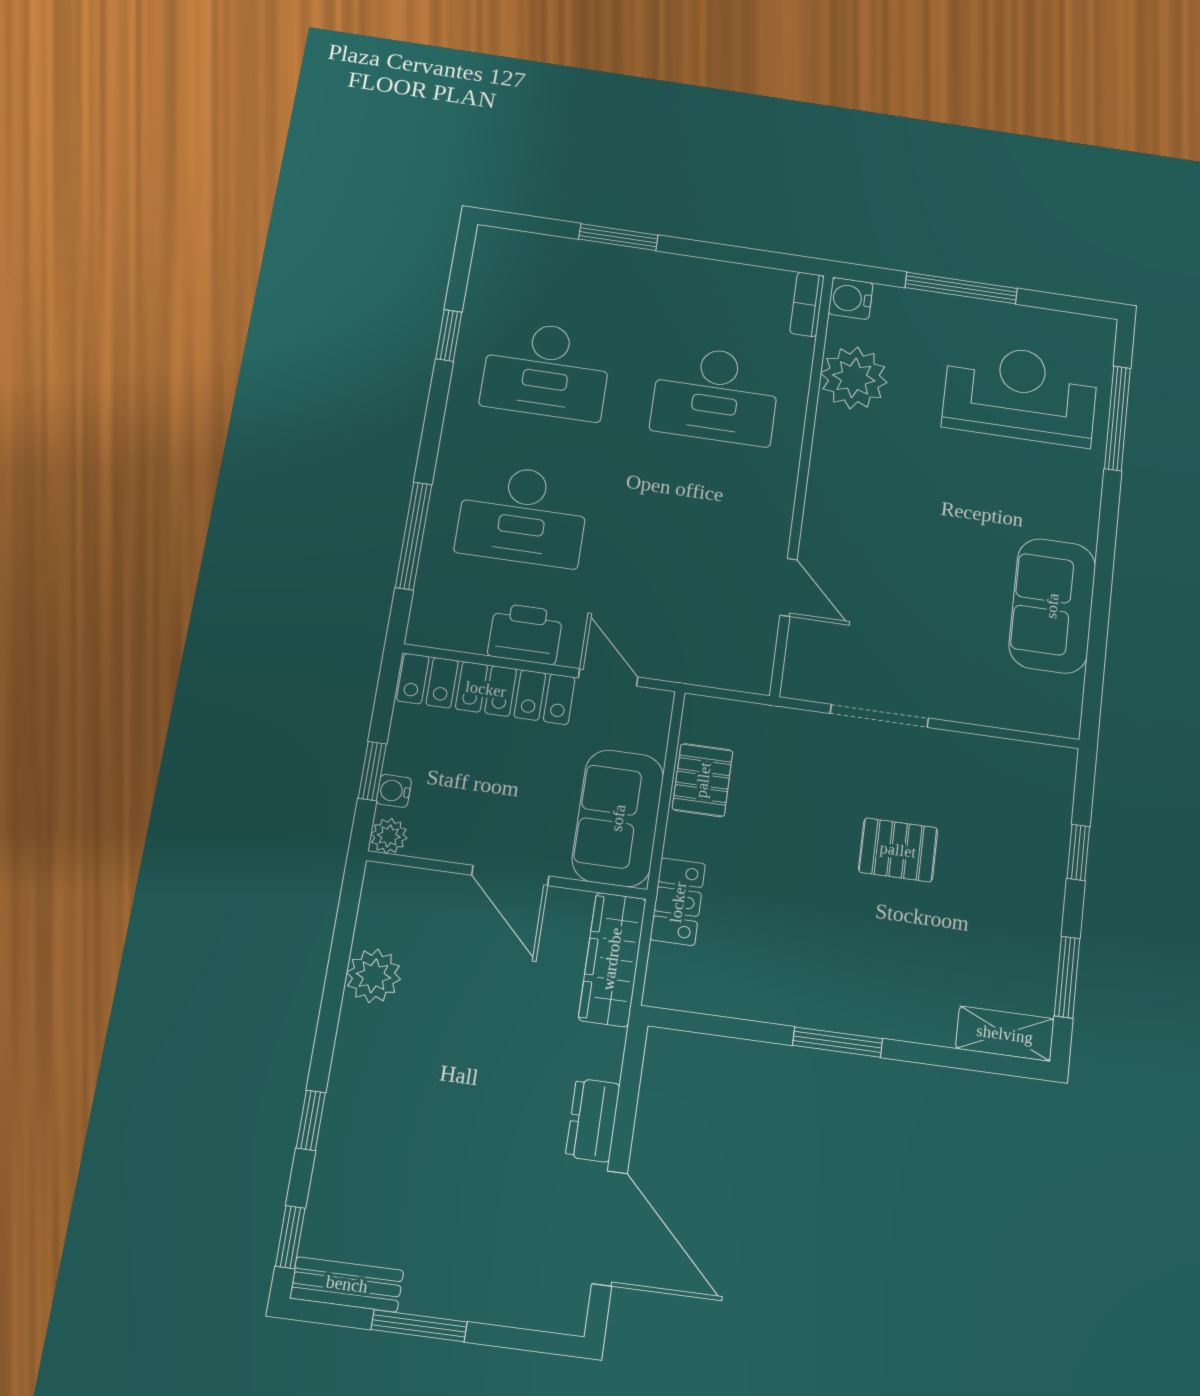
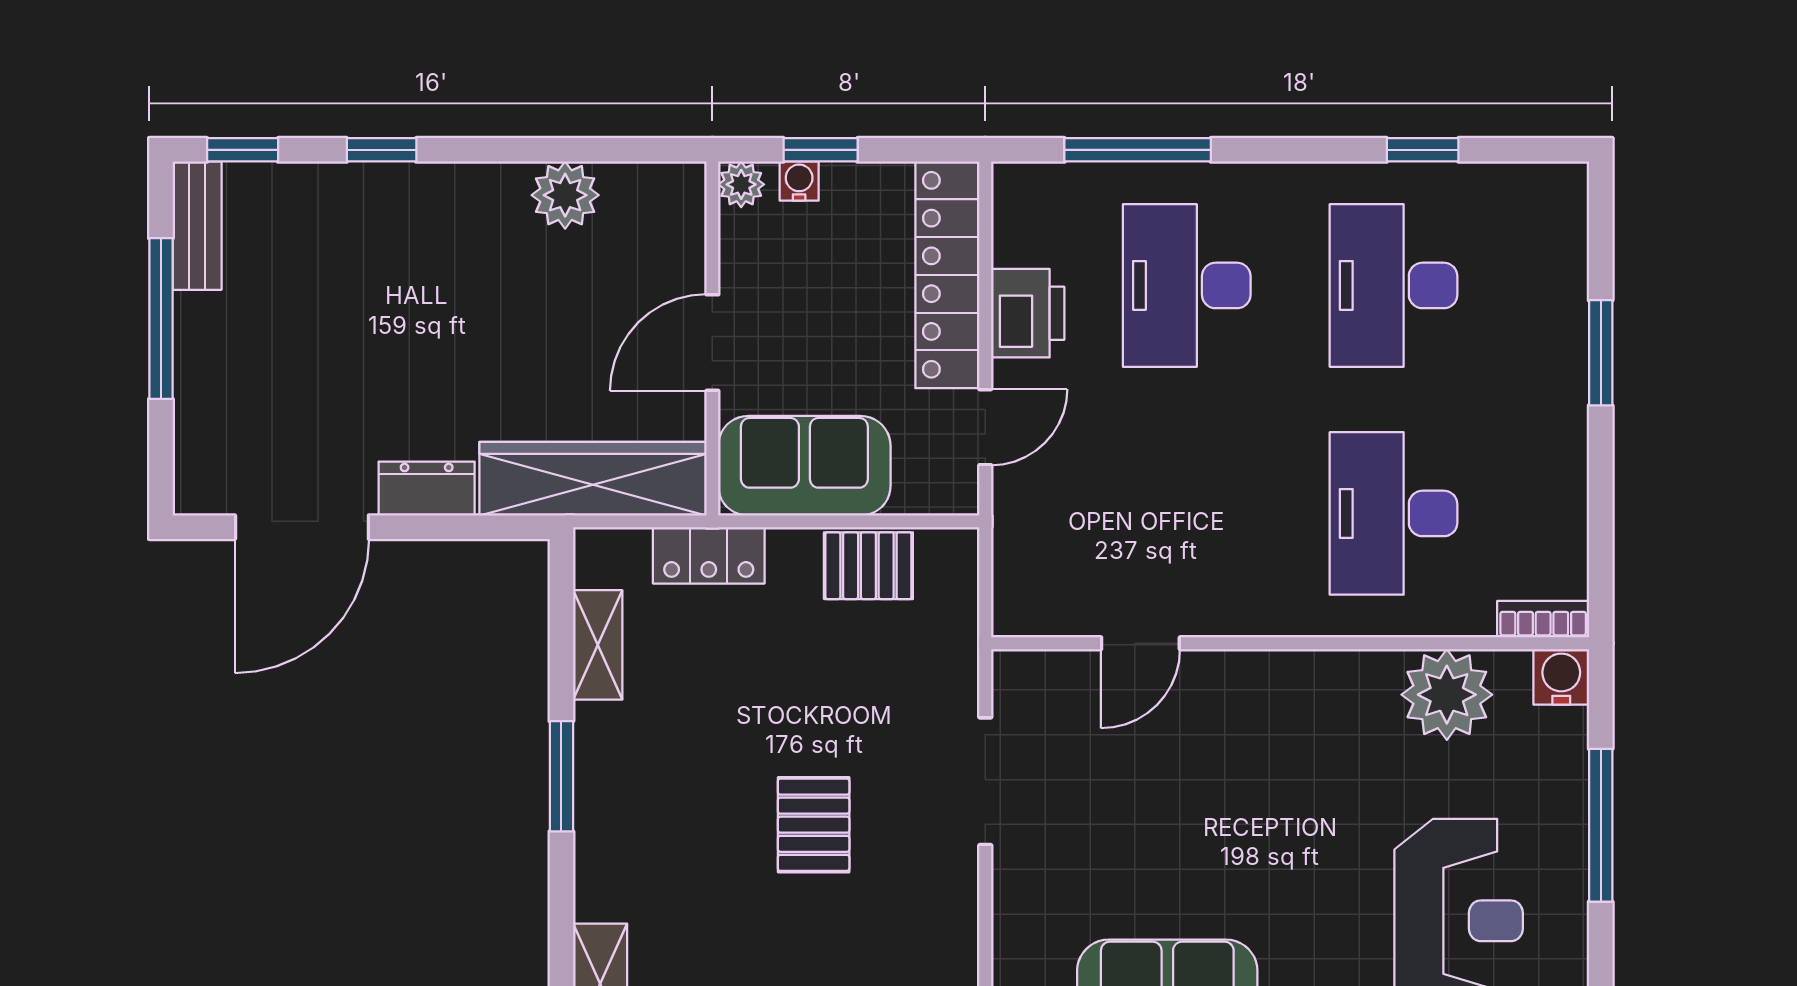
wardrobe: (612, 959) -> (593, 479), width x1.40, depth x1.17
shelving: (737, 999) -> (598, 645), added
window: (419, 1326) -> (161, 319), width x1.44

